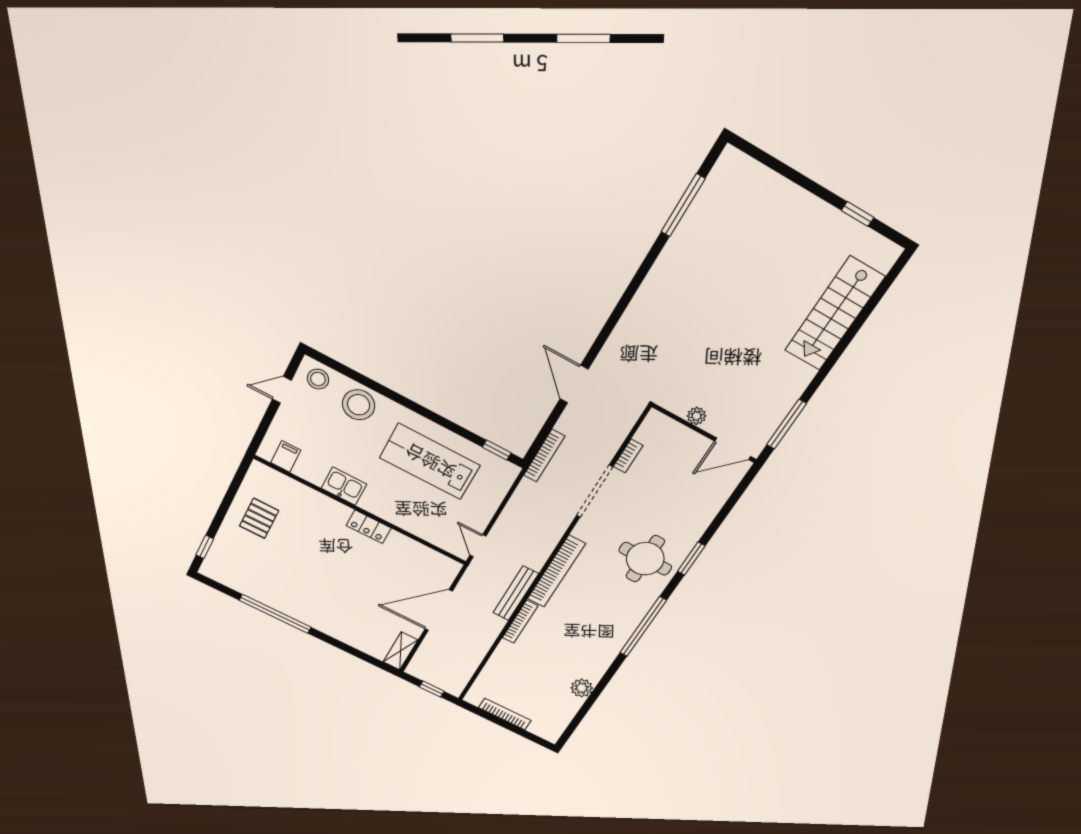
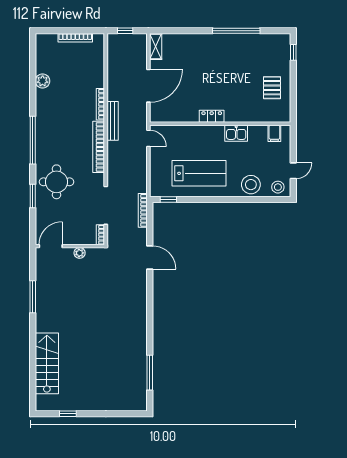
plant: (697, 416) -> (80, 253), moved
wall: (704, 433) -> (70, 246), moved
door: (733, 449) -> (51, 246), moved

